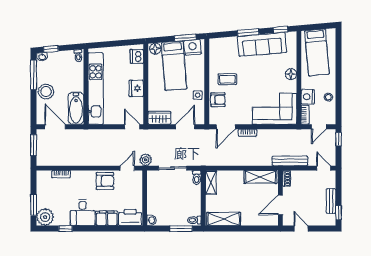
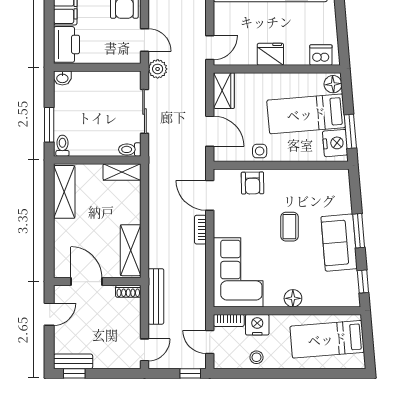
sofa: (262, 44) -> (339, 243), width x0.73
coffee table: (227, 79) -> (289, 227), moved
bench: (331, 201) -> (73, 361), moved

